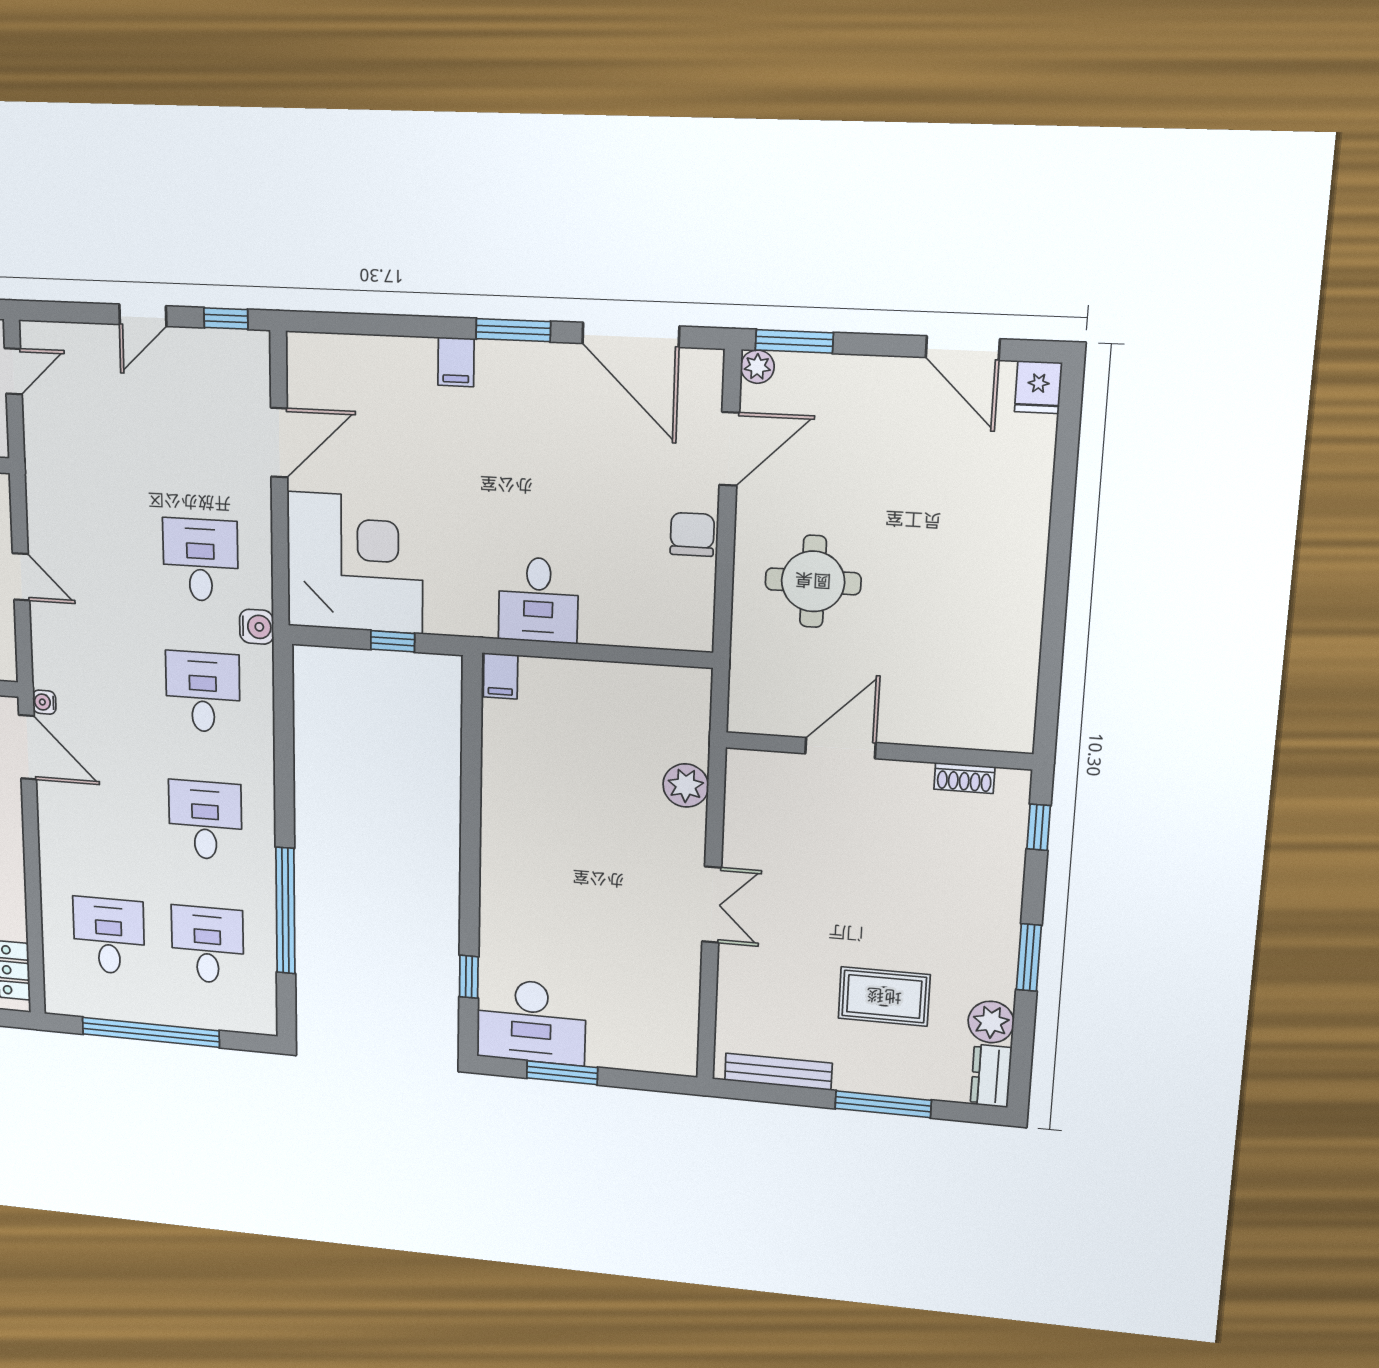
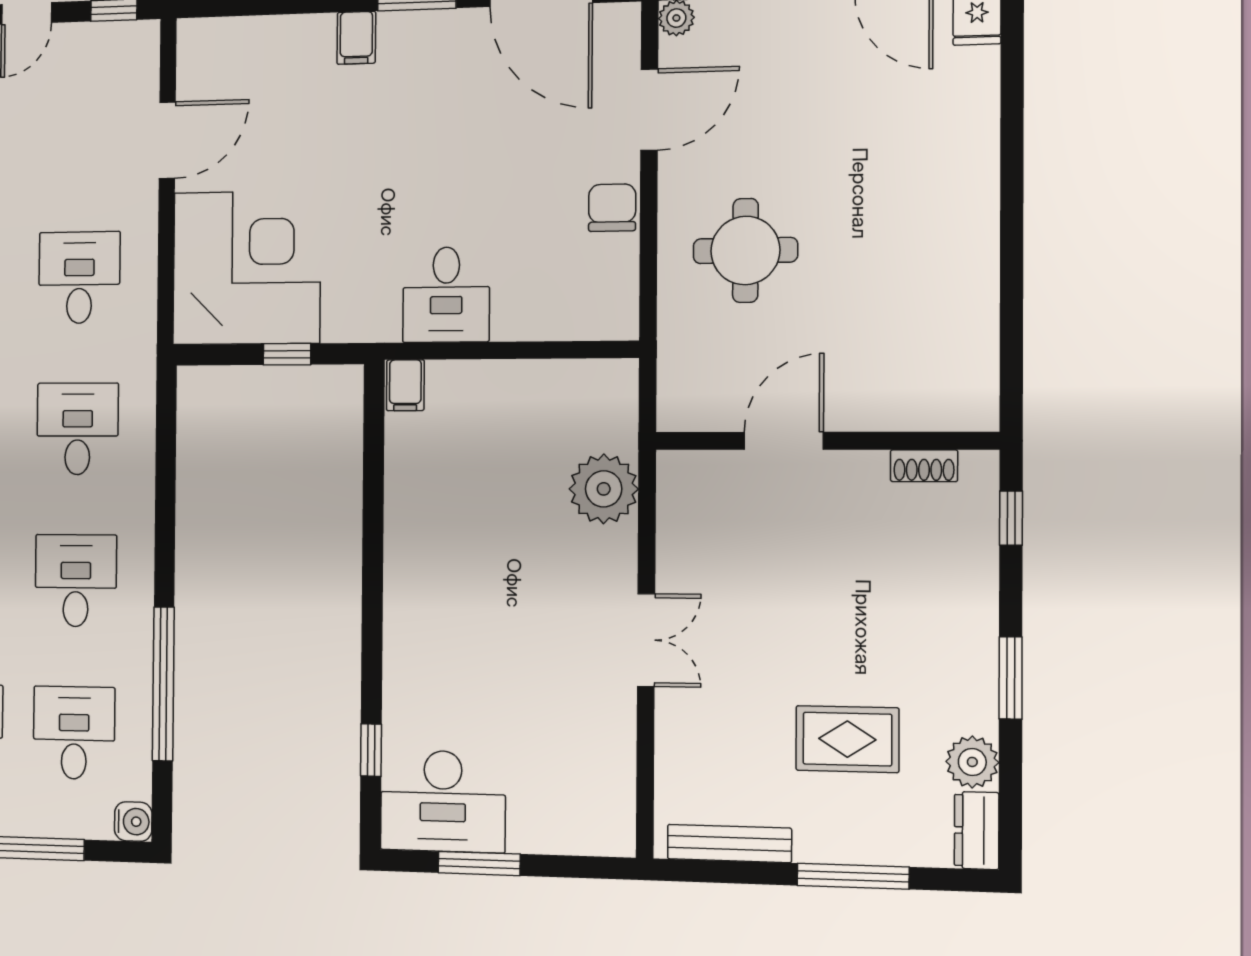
water cooler: (257, 627) -> (133, 822), moved
plant: (686, 785) -> (604, 489), width x1.36, depth x1.36

